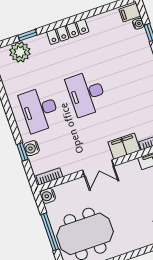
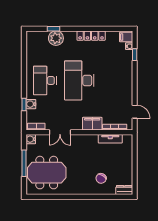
locker: (68, 32) -> (91, 36), moved
plant: (20, 52) -> (56, 38), moved
desk: (86, 94) -> (79, 80), width x1.36, depth x1.30
double door: (98, 168) -> (60, 132), moved

